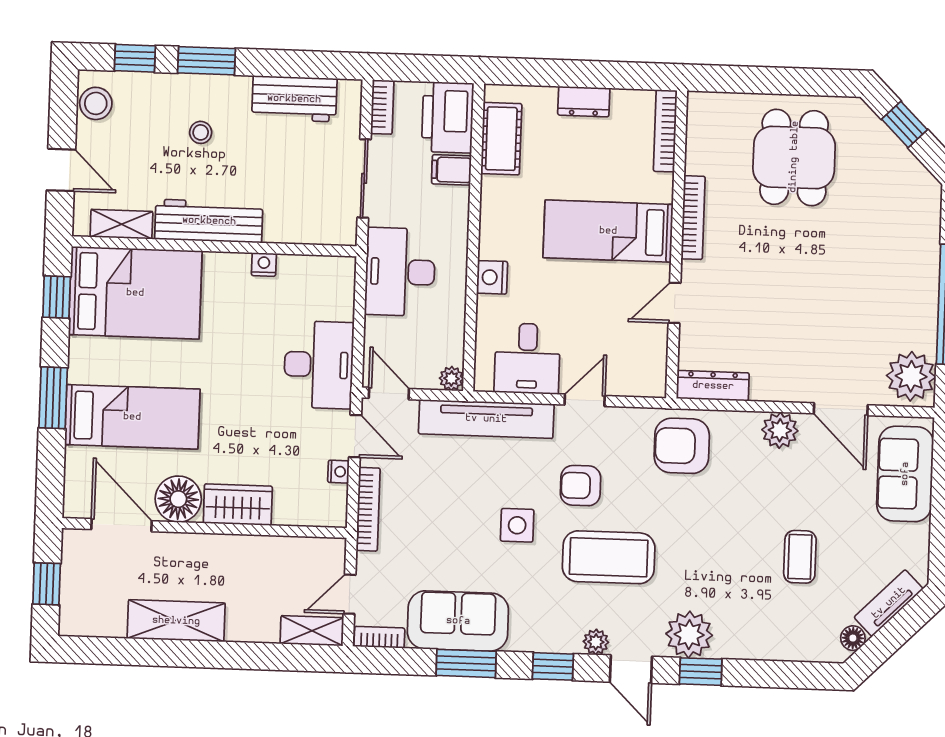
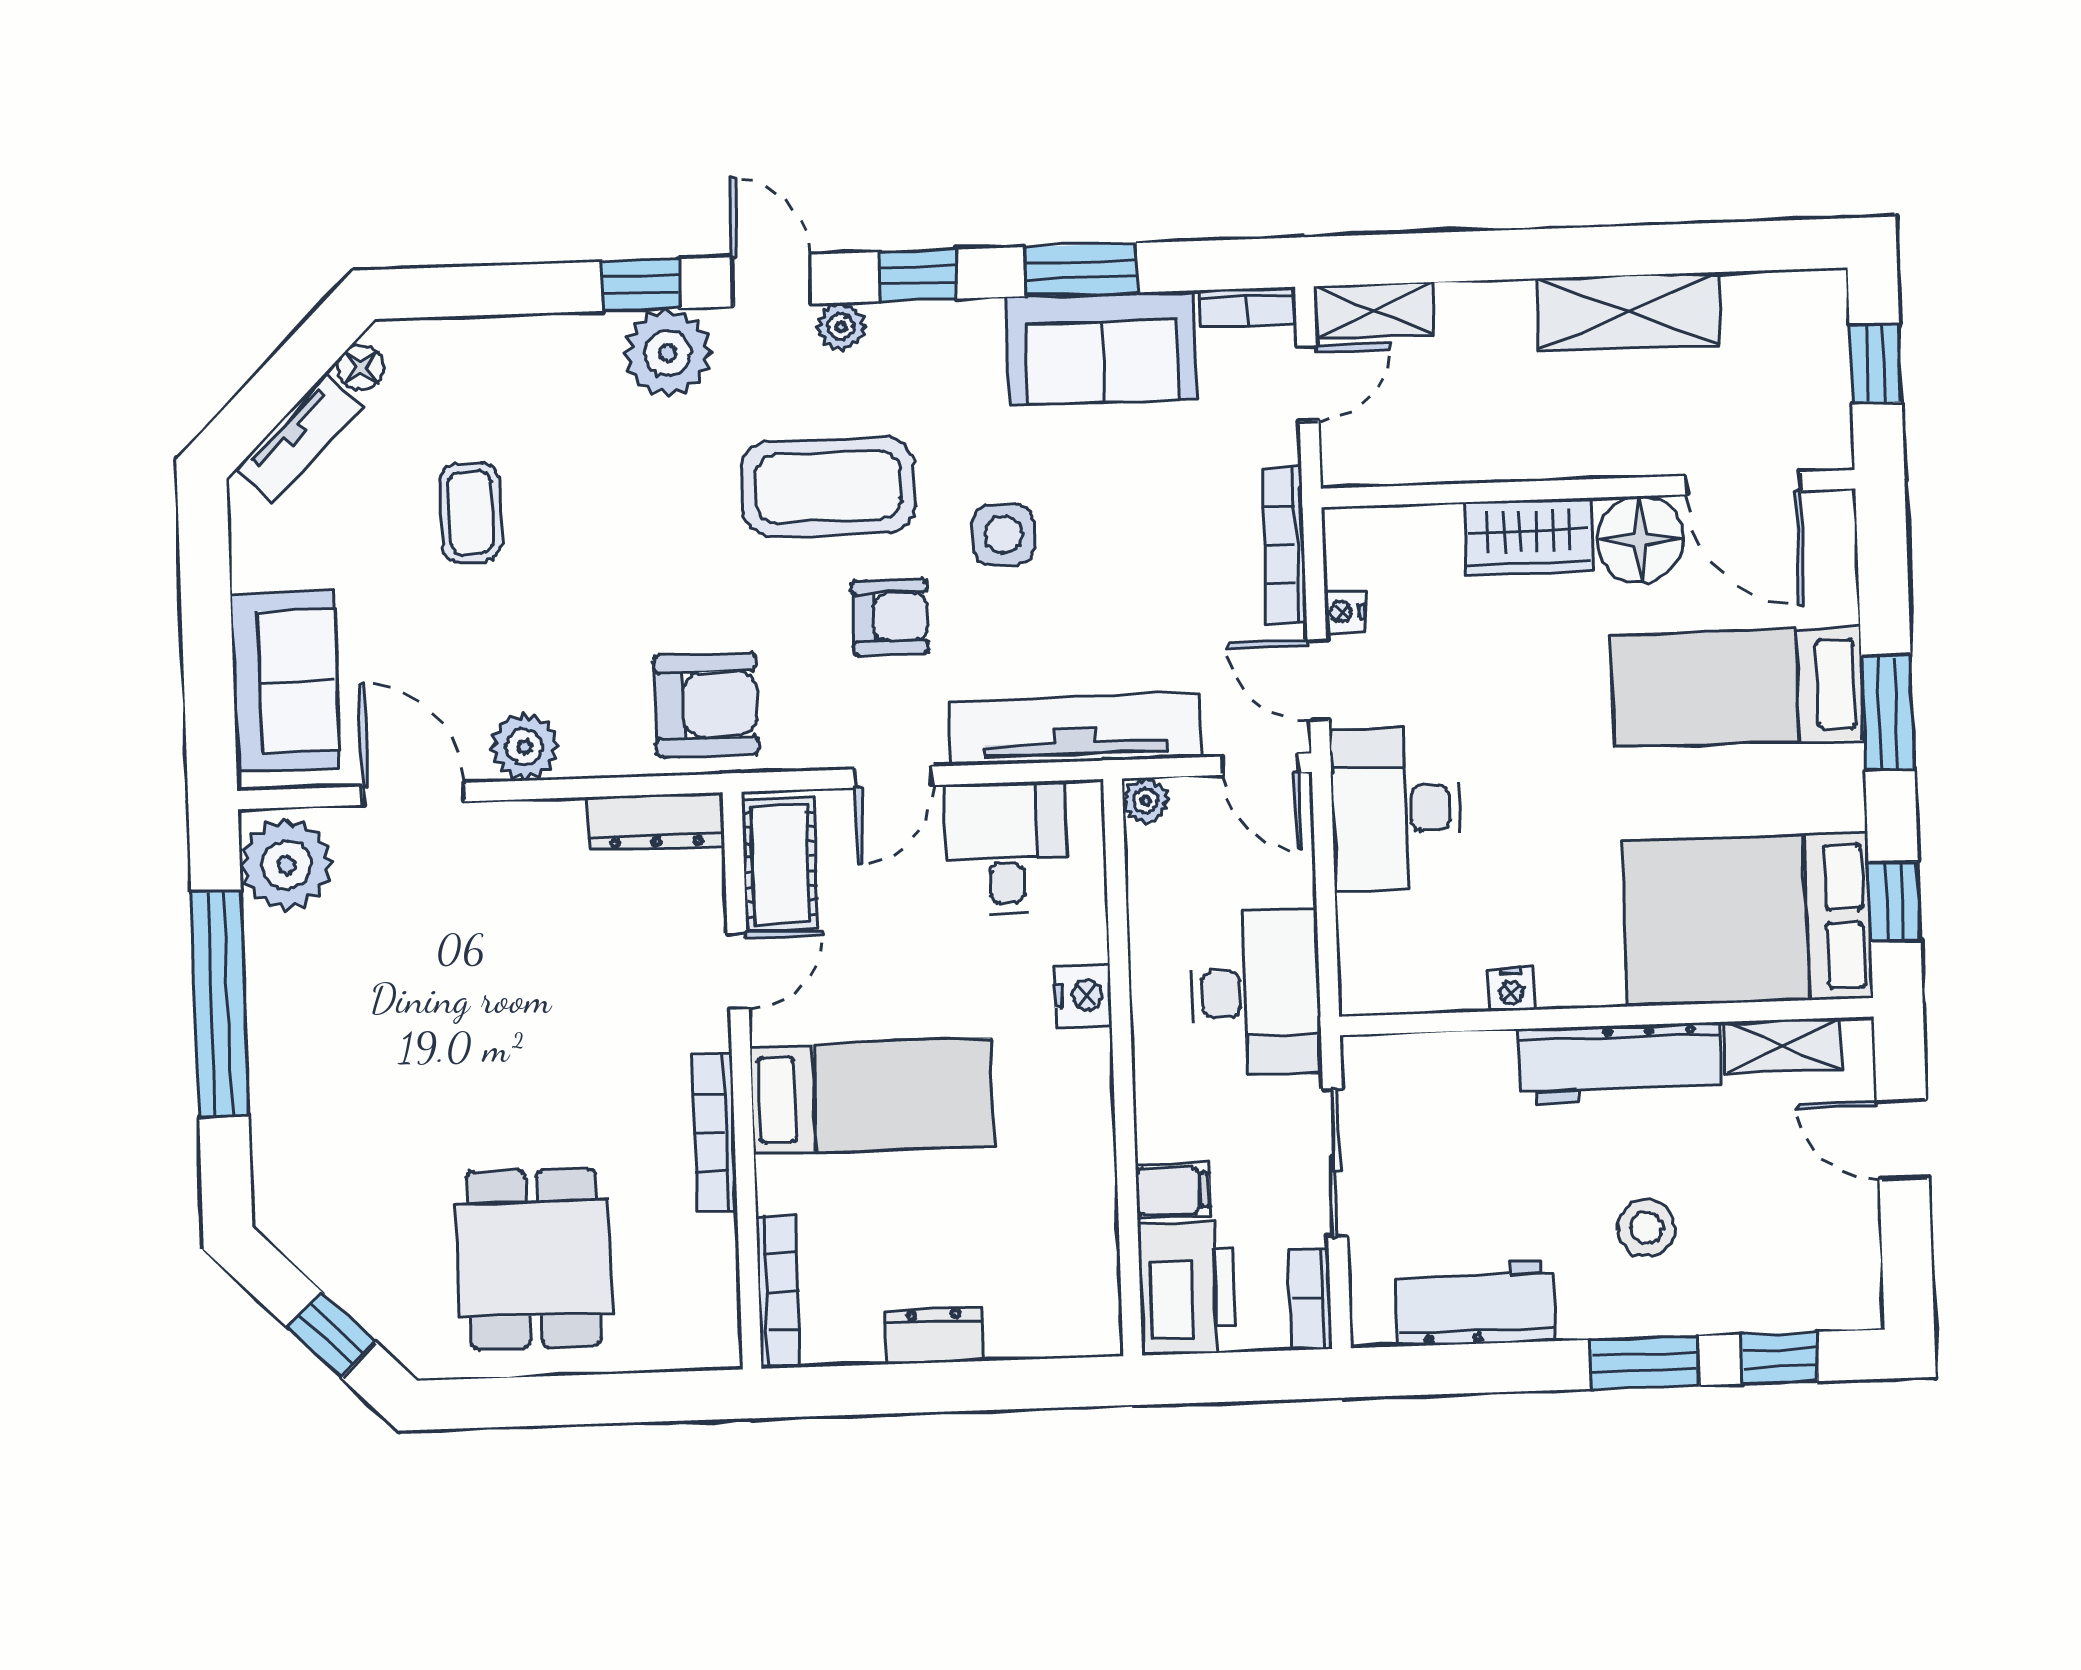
stool: (96, 103) -> (1846, 1268), removed
stool: (201, 132) -> (1647, 1228), width x1.37, depth x1.37
cot: (501, 139) -> (780, 864), moved

